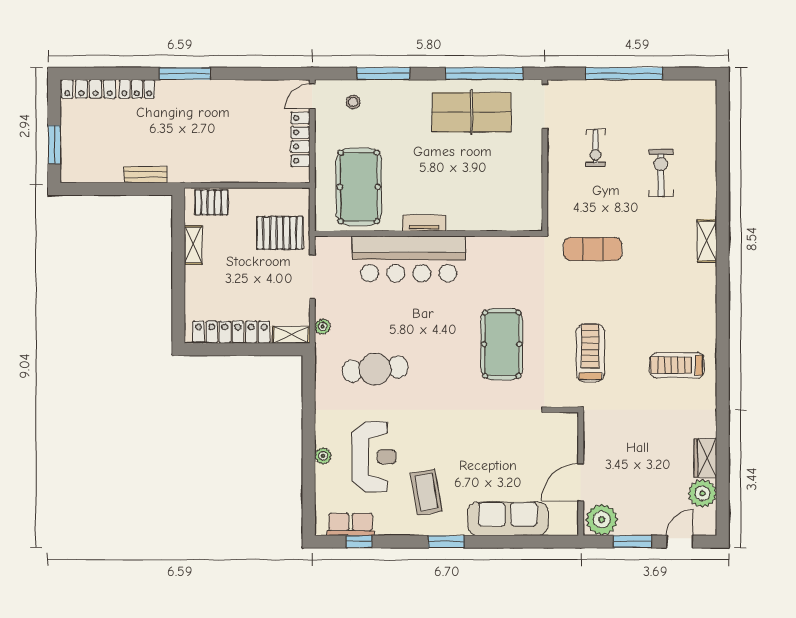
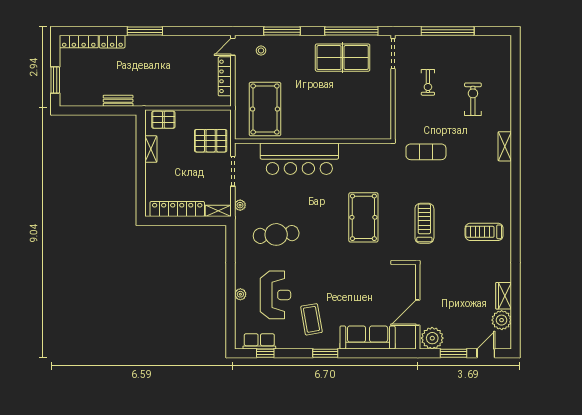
tv unit: (424, 223) -> (310, 134), removed

